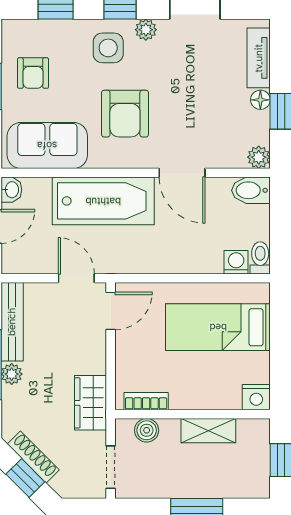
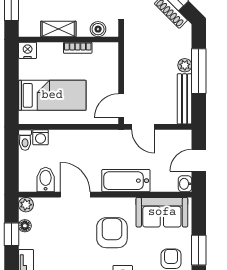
floor lamp: (260, 100) -> (25, 226), moved
bidet: (251, 190) -> (46, 180), moved, turned -90
bathtub: (103, 201) -> (126, 181), width x0.73, depth x0.73
bookcase: (146, 401) -> (78, 48), moved
wardrobe: (91, 403) -> (134, 47), removed

